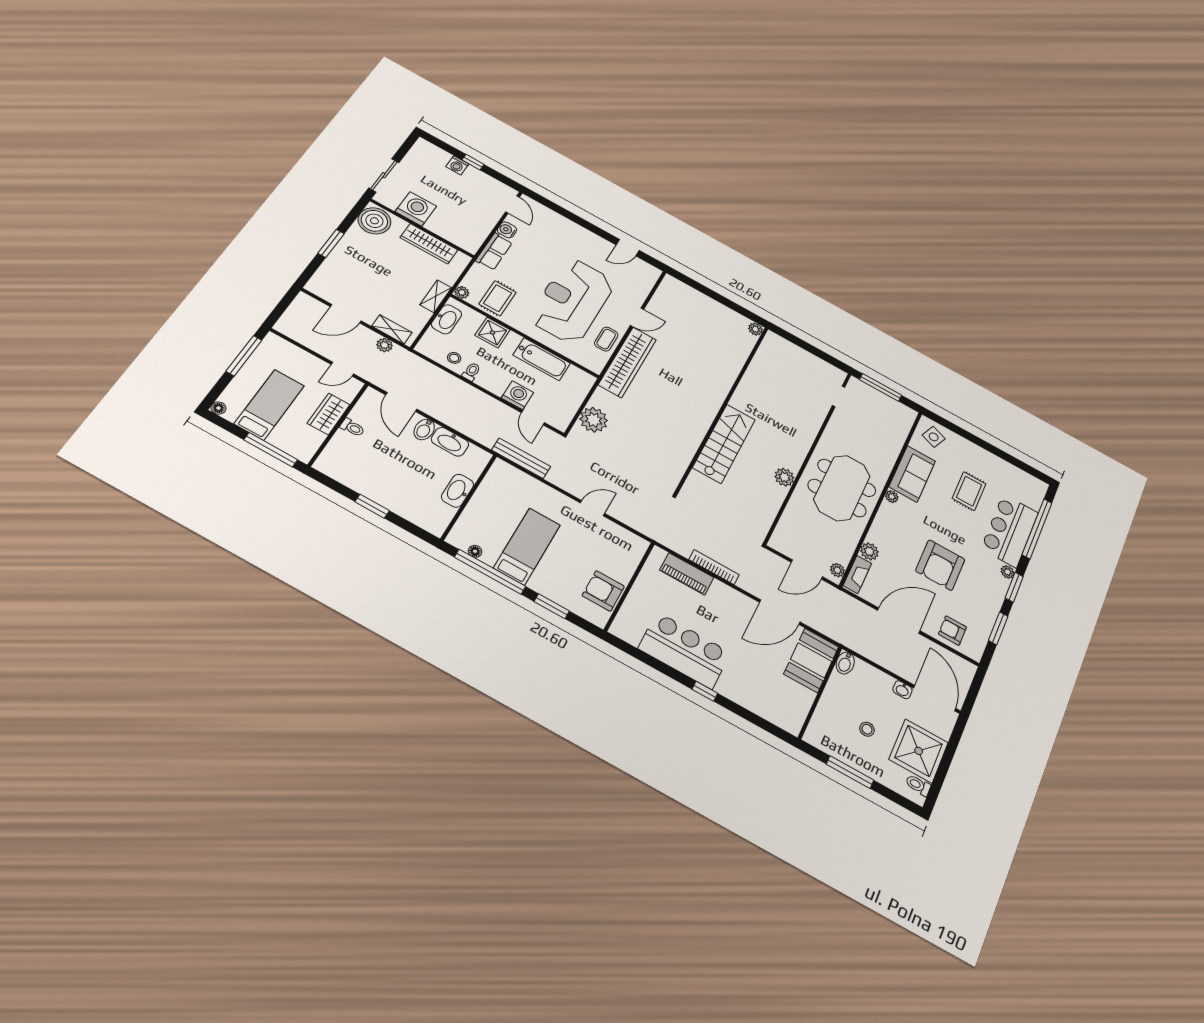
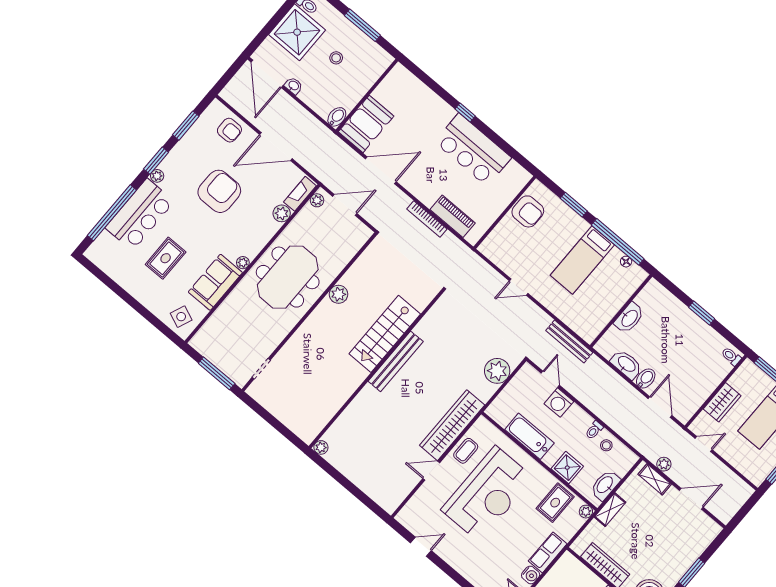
bench: (705, 418) -> (396, 361), added
toilet: (352, 427) -> (731, 356), moved

